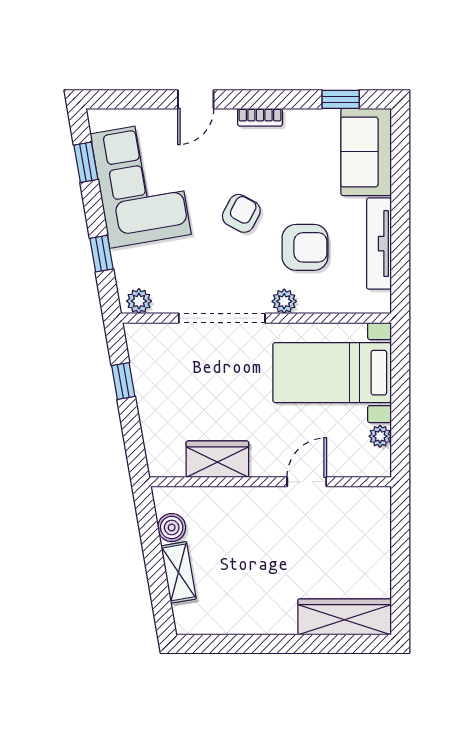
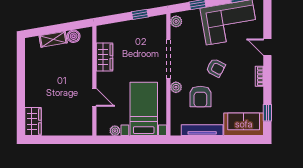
wardrobe: (344, 617) -> (33, 122), width x0.67

